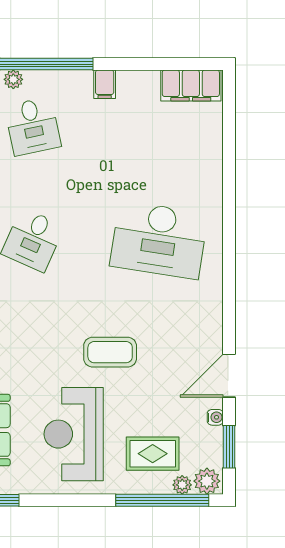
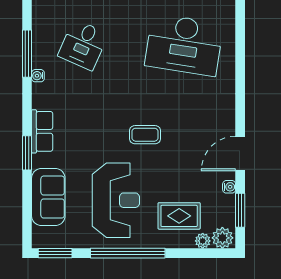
coffee table: (110, 352) -> (145, 135), width x0.73, depth x0.77
reception desk: (74, 434) -> (116, 200), turned 180
window: (162, 500) -> (128, 253), moved

